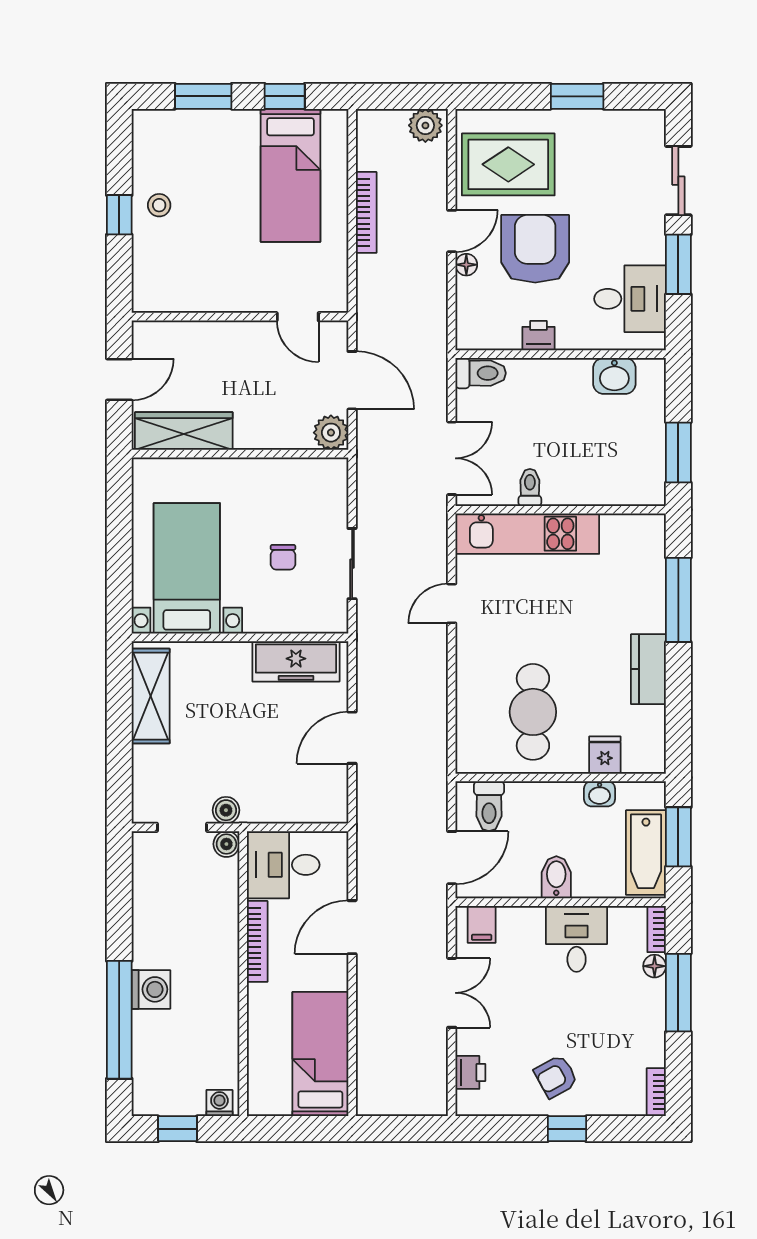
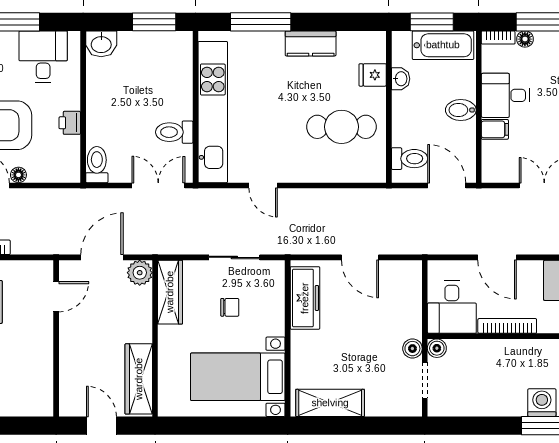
washbasin: (614, 376) -> (101, 44), moved, turned 90
wardrobe: (304, 475) -> (170, 292), added
toilet: (530, 487) -> (174, 132), width x1.37, depth x1.39
kitchen unit: (527, 534) -> (213, 112), width x1.36
filing cabinet: (482, 924) -> (495, 129), moved

